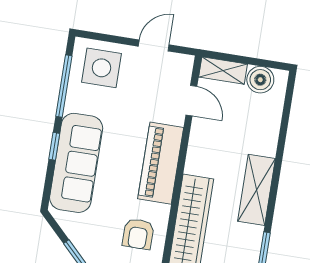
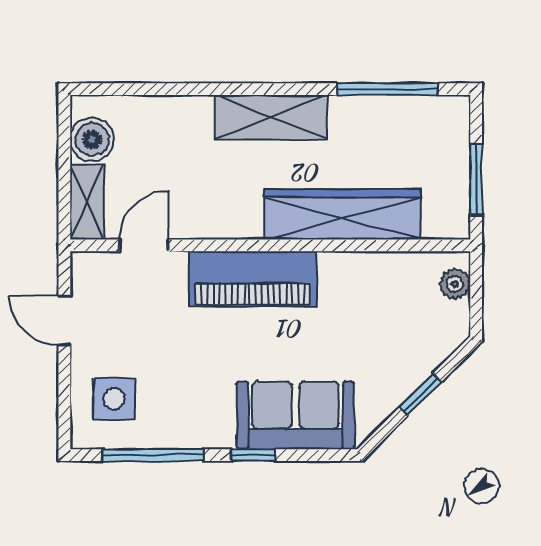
side table: (102, 68) -> (114, 399), width x0.73, depth x0.73
sofa: (76, 163) -> (295, 415), width x0.73
armchair: (138, 234) -> (373, 297), removed

